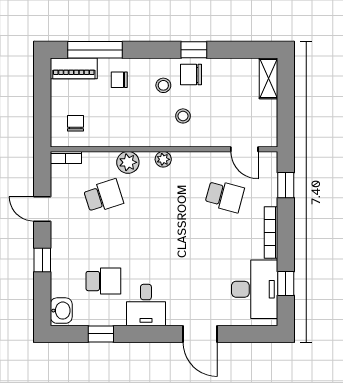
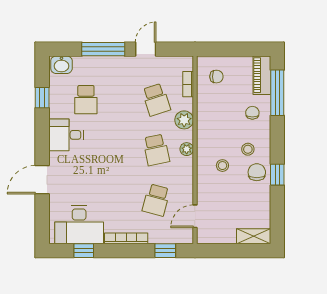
bookcase: (66, 157) -> (188, 84), moved
school desk: (164, 196) -> (156, 150), added
window: (42, 260) -> (103, 49), width x2.17

